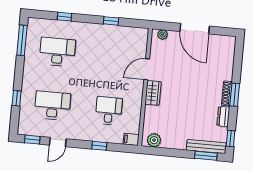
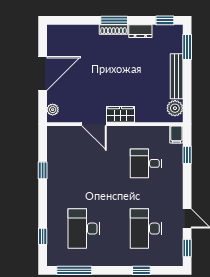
window: (64, 17) -> (43, 236), moved
window: (99, 146) -> (187, 155), moved
bench: (206, 147) -> (177, 76), moved

